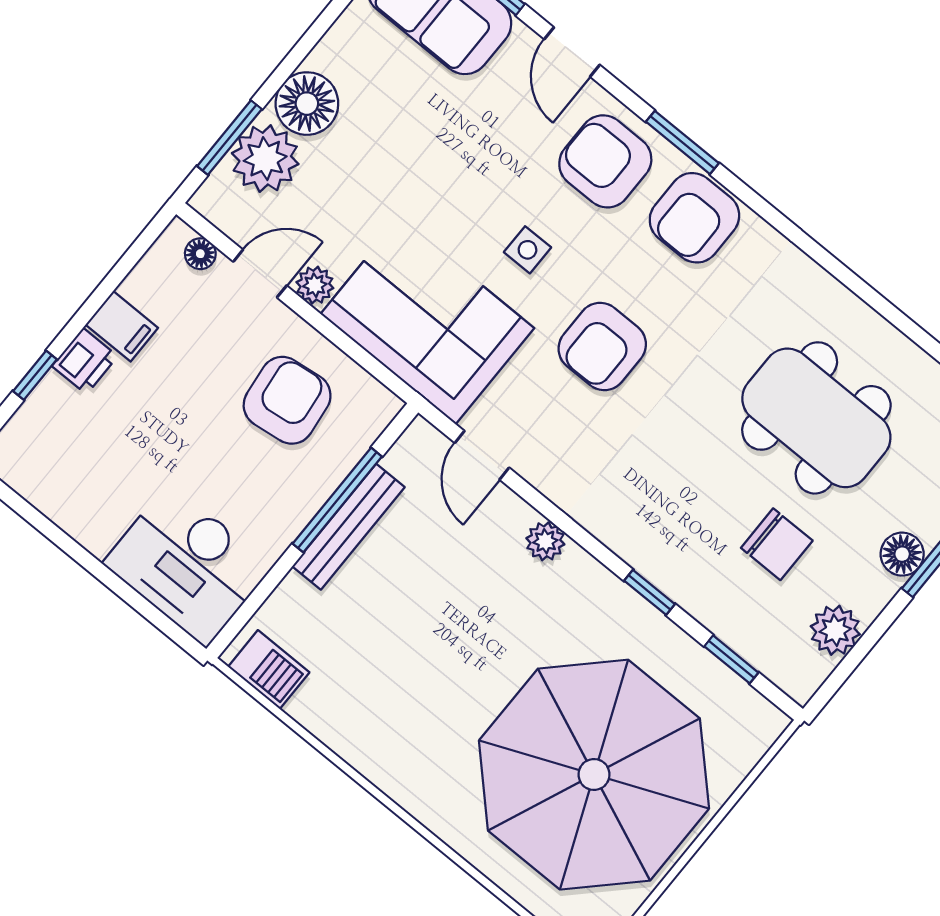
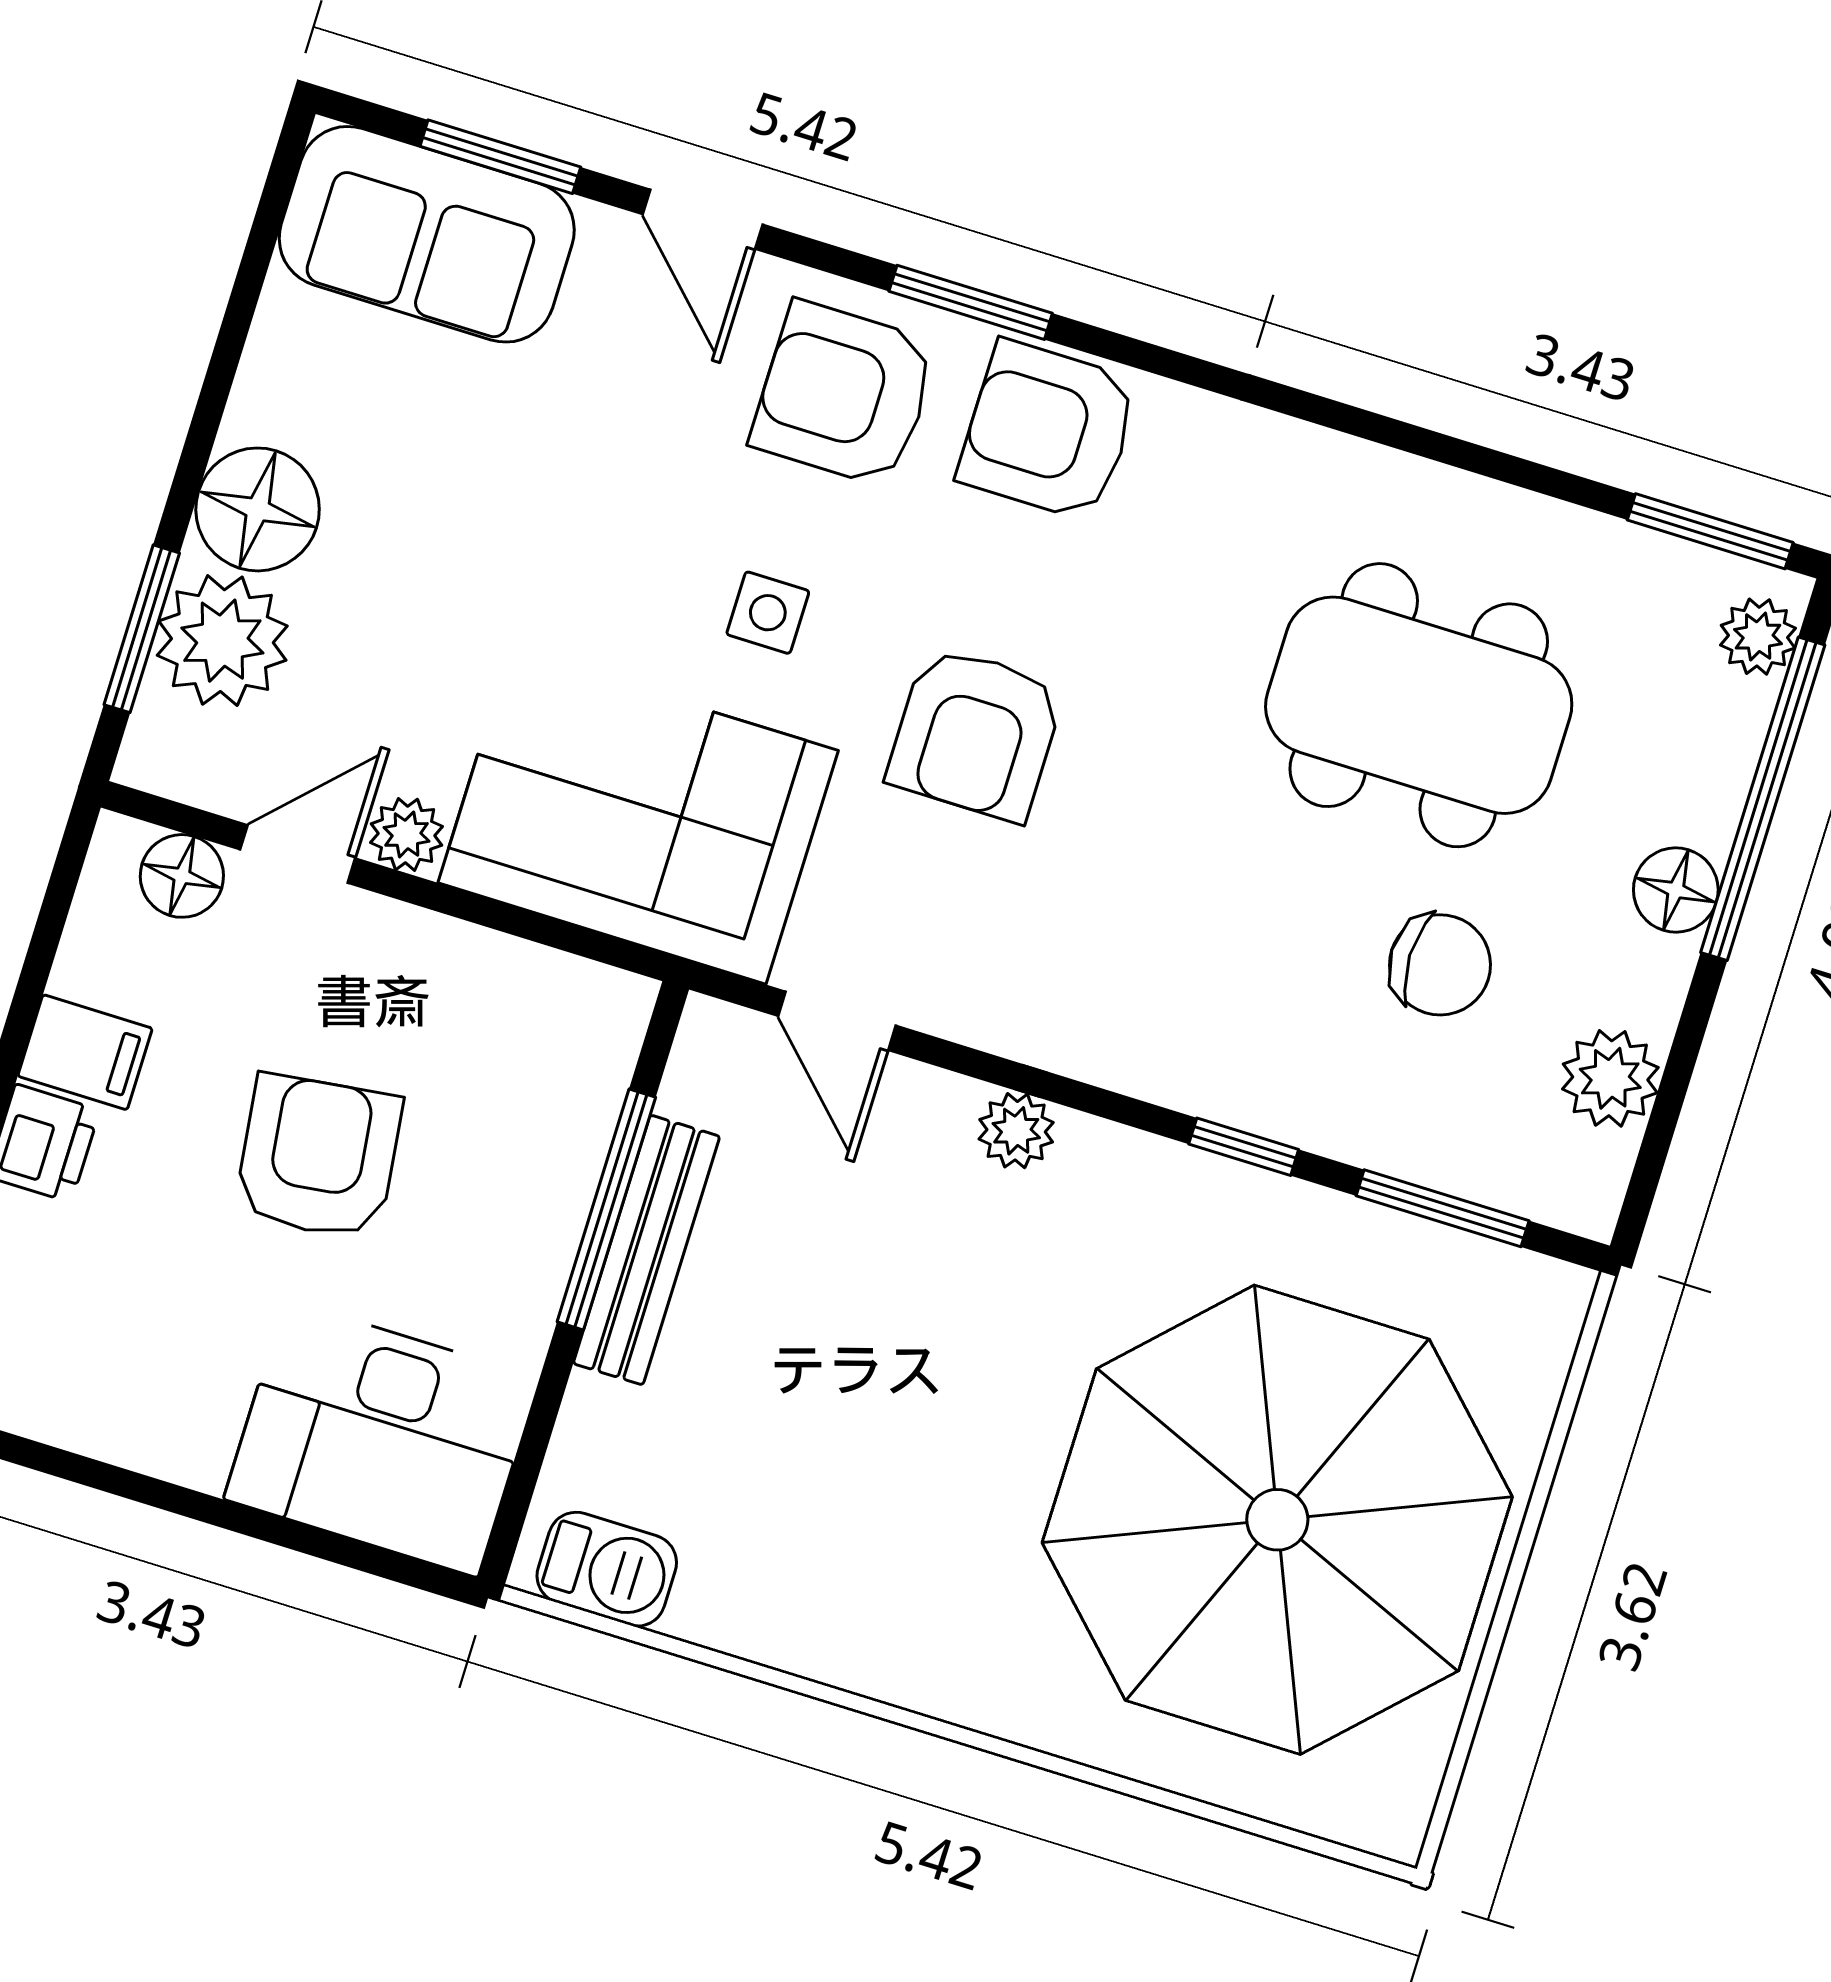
armchair: (694, 218) -> (1048, 431), turned 90
floor lamp: (200, 254) -> (182, 876), width x1.37, depth x1.37
armchair: (287, 400) -> (318, 1157), moved
window: (731, 659) -> (1443, 1208), width x1.50

